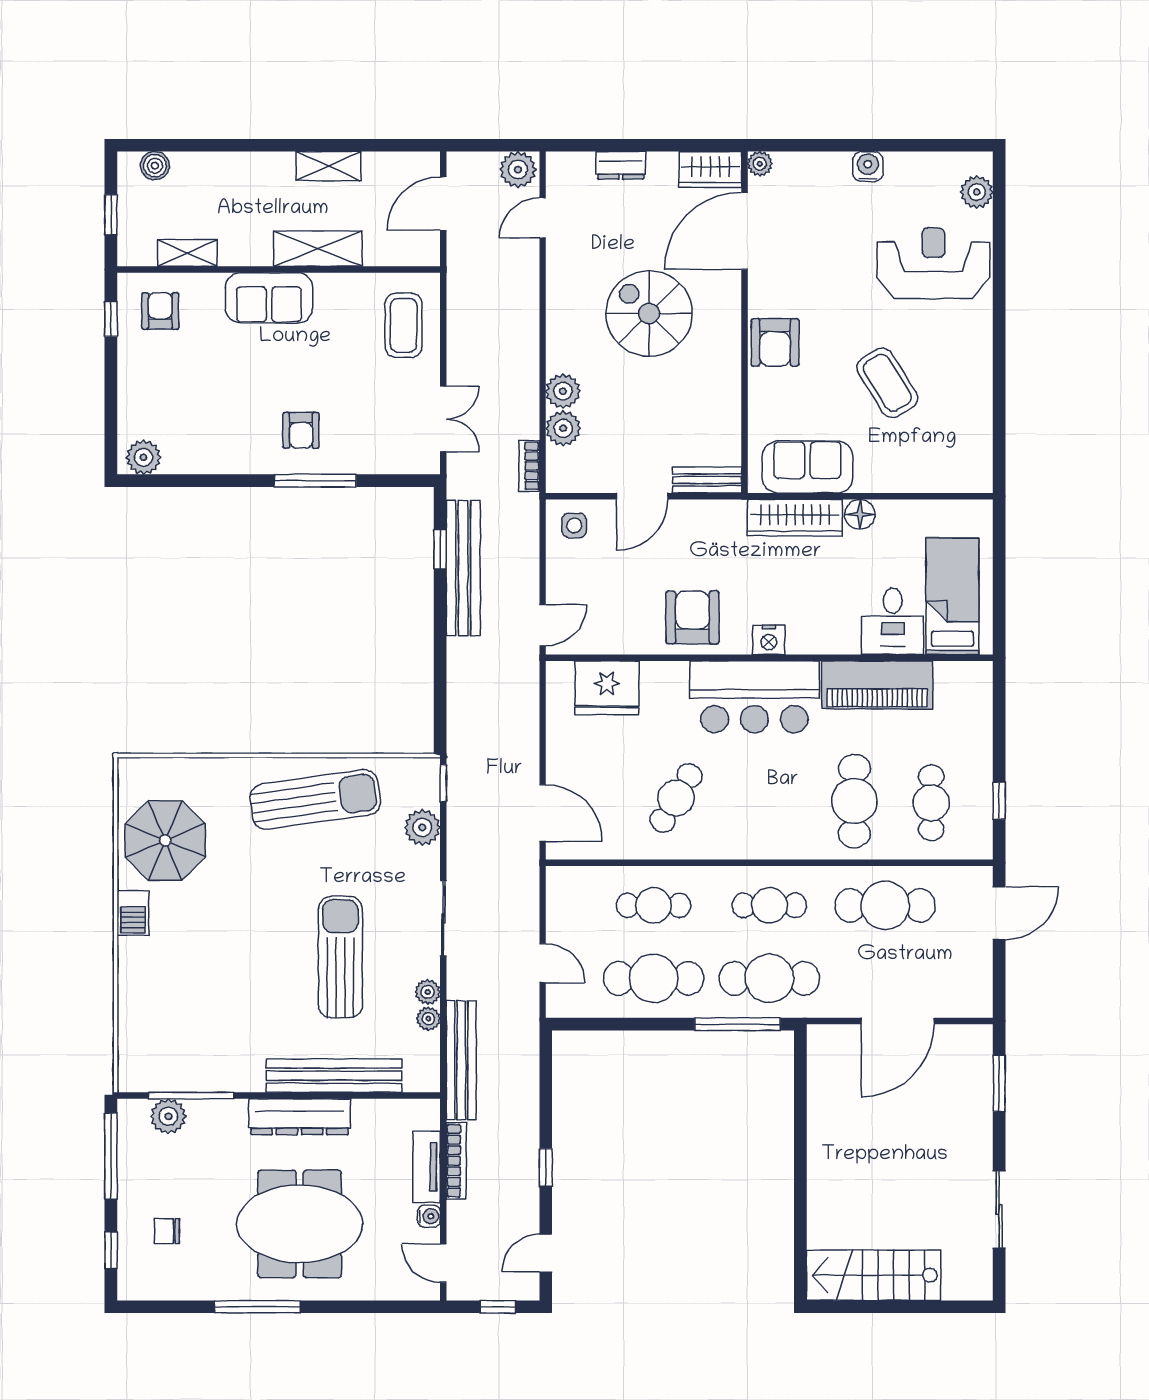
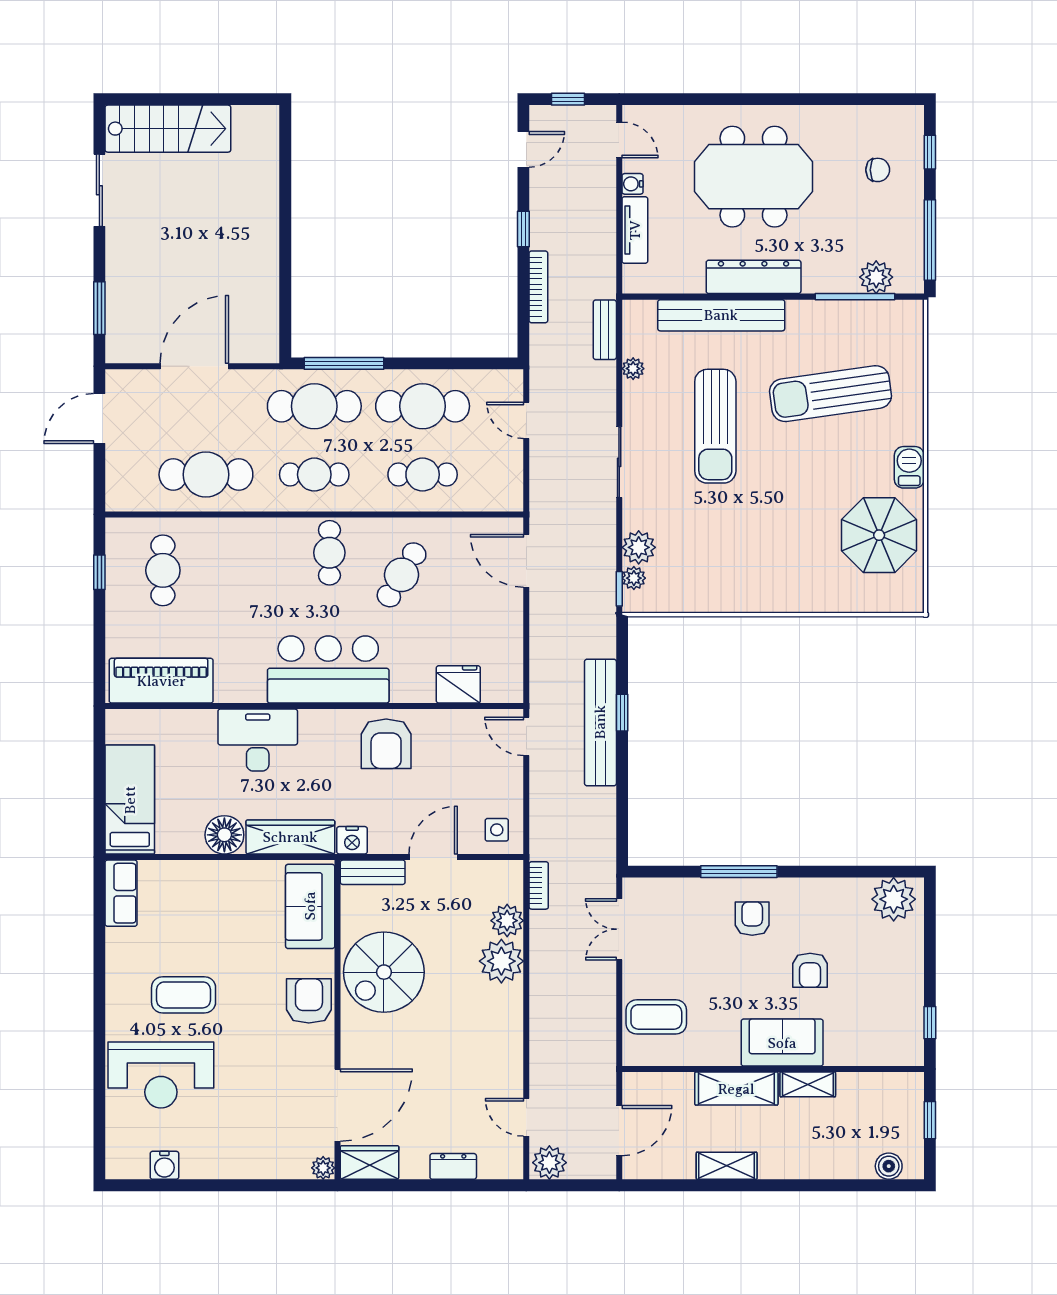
water cooler: (868, 167) -> (164, 1165), moved
plant: (977, 192) -> (120, 1141), removed
door: (543, 218) -> (526, 1117), swing flipped
shelving: (187, 253) -> (808, 1084), moved
armchair: (160, 311) -> (810, 970), moved
spiral stairs: (649, 314) -> (384, 972), moved, turned 90
coffee table: (404, 325) -> (656, 1017), turned 90
coffee table: (887, 383) -> (184, 995), moved, turned -58
plant: (563, 391) -> (501, 961), width x1.36, depth x1.36
plant: (144, 457) -> (894, 899), width x1.36, depth x1.36
row of seats: (976, 458) -> (121, 893), added
sofa: (807, 467) -> (310, 906), moved, turned 90
floor lamp: (860, 514) -> (224, 835), width x1.38, depth x1.38
window: (440, 549) -> (622, 713), moved
bench: (463, 568) -> (600, 722), moved
bed: (952, 596) -> (130, 800), moved, turned 180
desk: (893, 621) -> (258, 740), moved, width x1.37
door: (543, 625) -> (526, 736), hinge flipped
nightstand: (769, 640) -> (352, 840), moved, turned 180
piano: (877, 685) -> (161, 681), moved
fridge: (607, 688) -> (458, 684), width x0.73, depth x0.75
sun lounger: (315, 800) -> (831, 394), moved
cafe table: (854, 801) -> (329, 553), moved, width x0.73, depth x0.74
door: (999, 913) -> (99, 419), moved
plant: (428, 992) -> (634, 578), moved
bench: (461, 1060) -> (605, 330), width x0.54, depth x0.82
bookcase: (456, 1161) -> (538, 287), moved, turned 180
stairs: (874, 1275) -> (168, 129), moved
window: (258, 1307) -> (793, 99), removed

